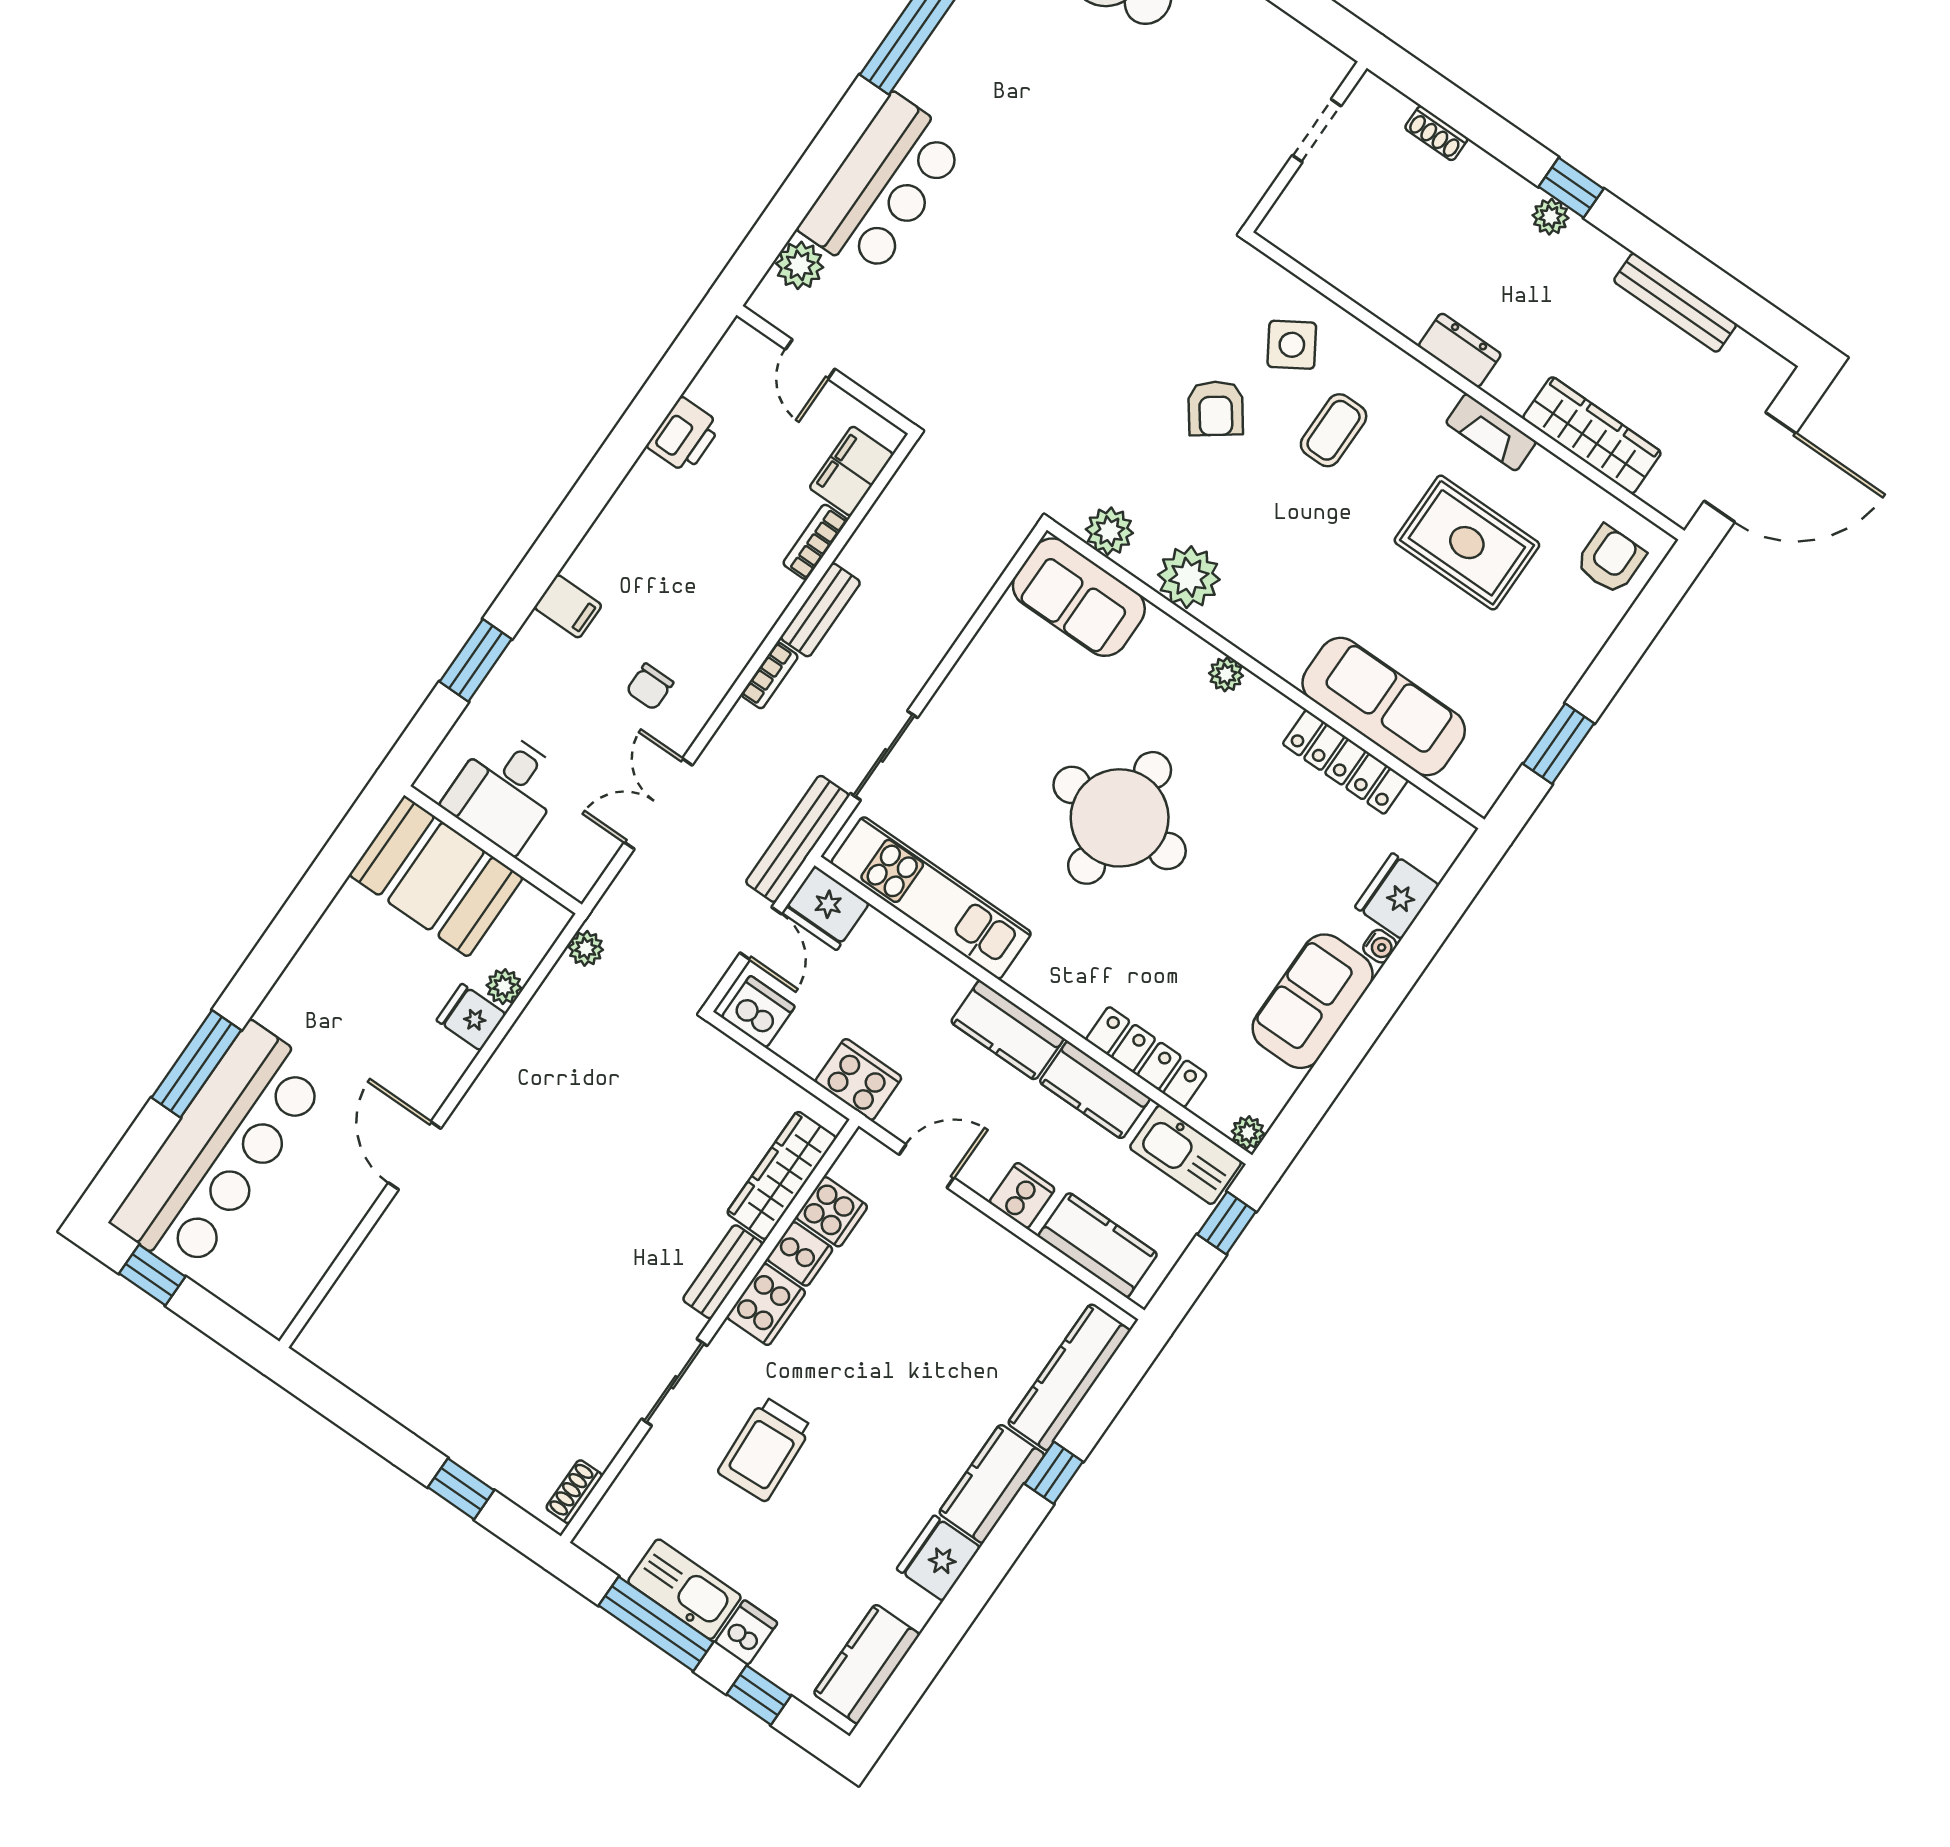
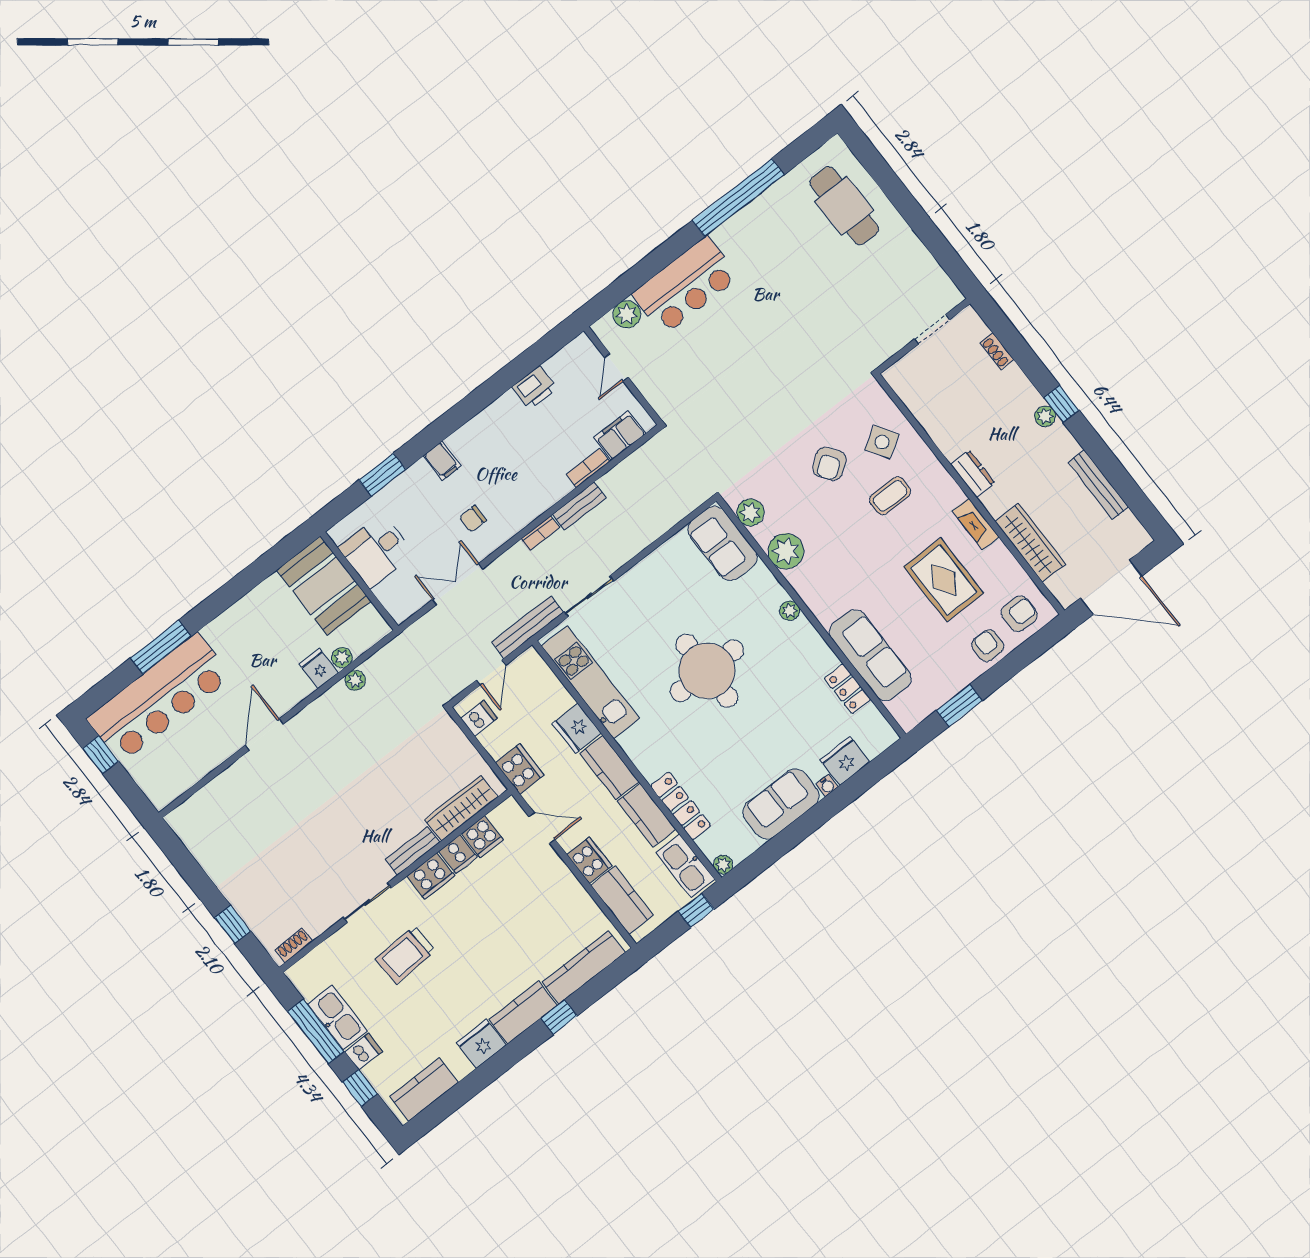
armchair: (1575, 629) -> (988, 646), added
locker: (1345, 762) -> (847, 689), width x0.66
fridge: (826, 908) -> (577, 728), moved
plant: (586, 948) -> (355, 680), moved
dishwasher: (758, 1012) -> (479, 718), width x0.73
cooker: (1022, 1195) -> (589, 860), width x1.36

